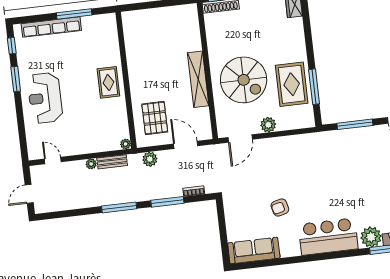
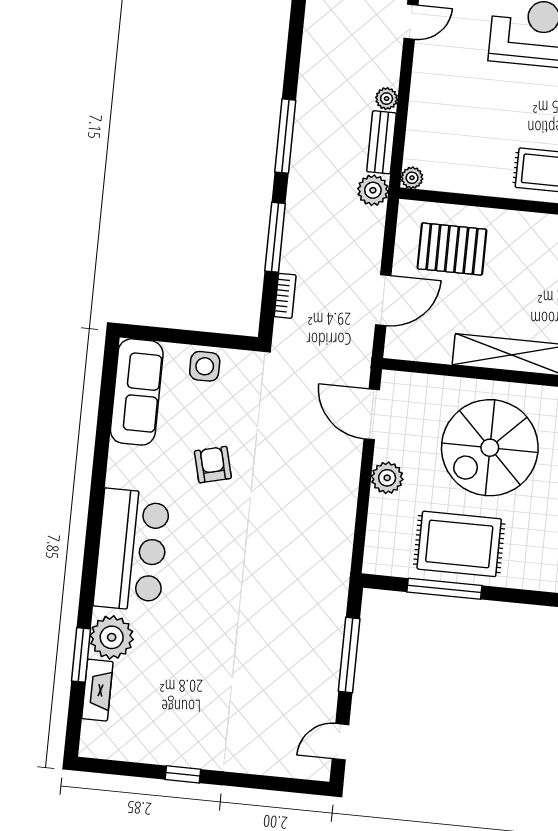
plant: (150, 159) -> (373, 190), moved
side table: (235, 221) -> (205, 366), added

